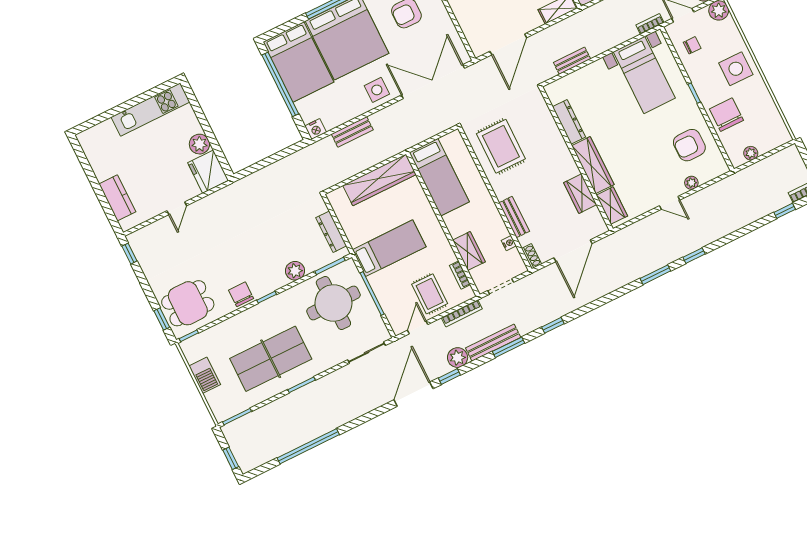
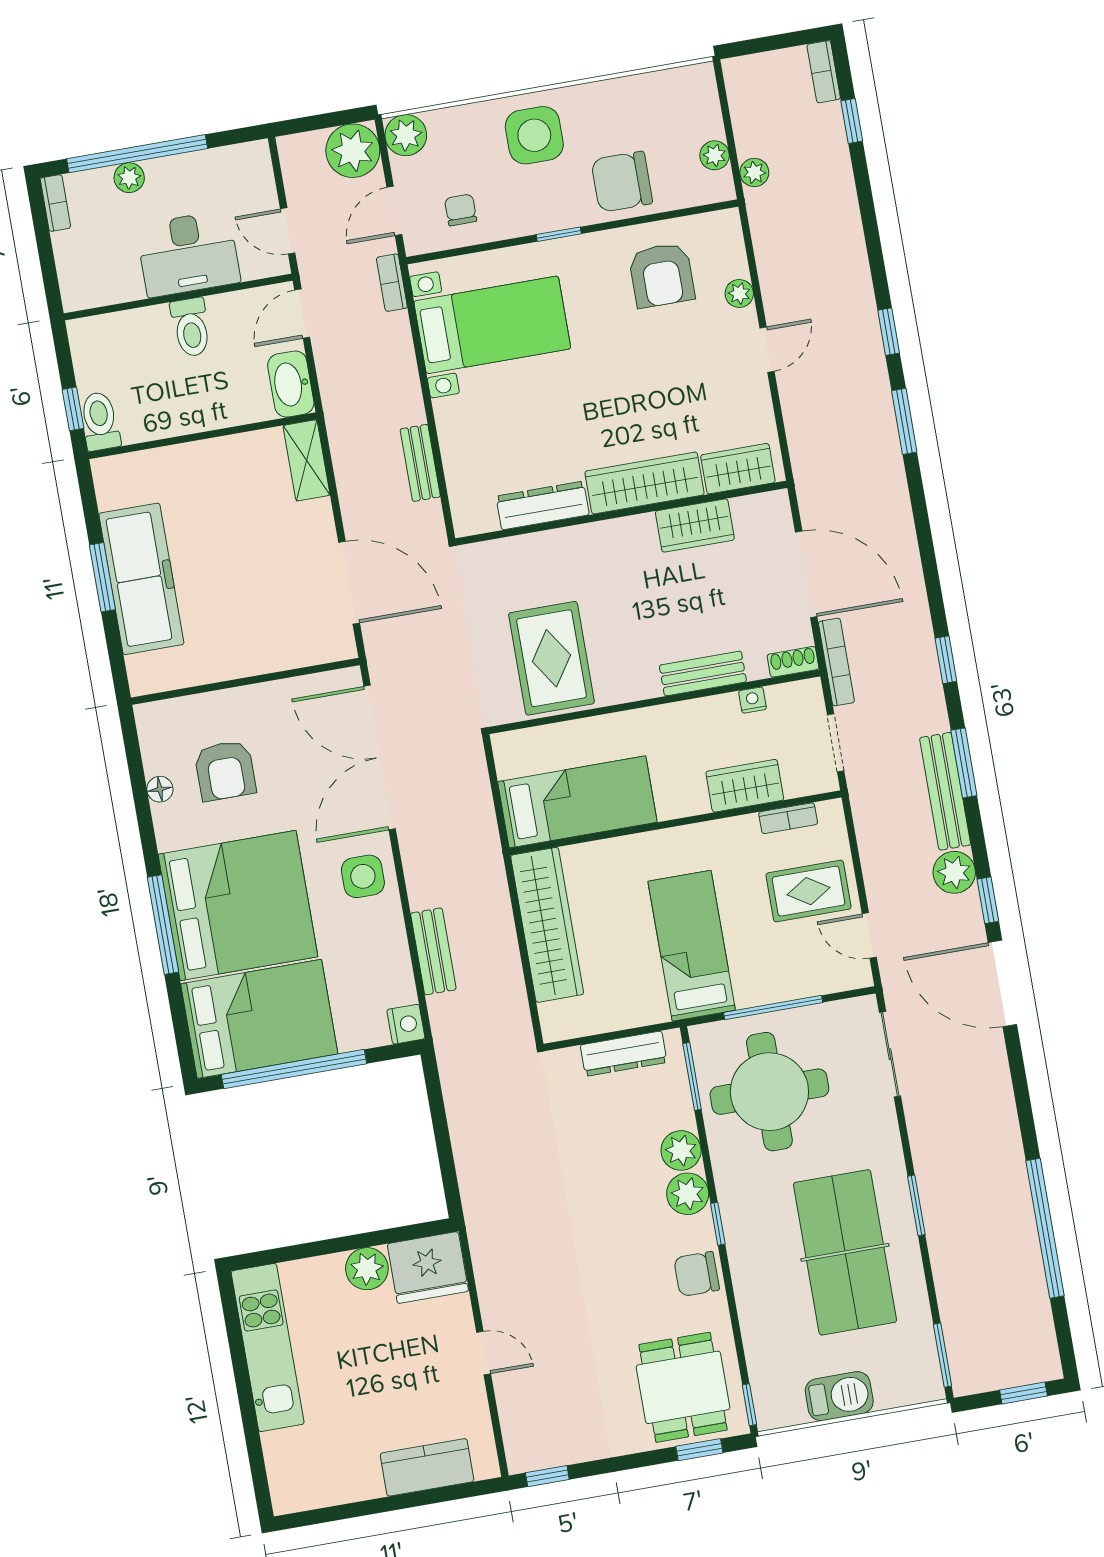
rug: (501, 146) -> (551, 658), turned 90
plant: (748, 173) -> (754, 172), added
plant: (276, 280) -> (688, 1194), added
bookcase: (462, 313) -> (836, 662), moved

